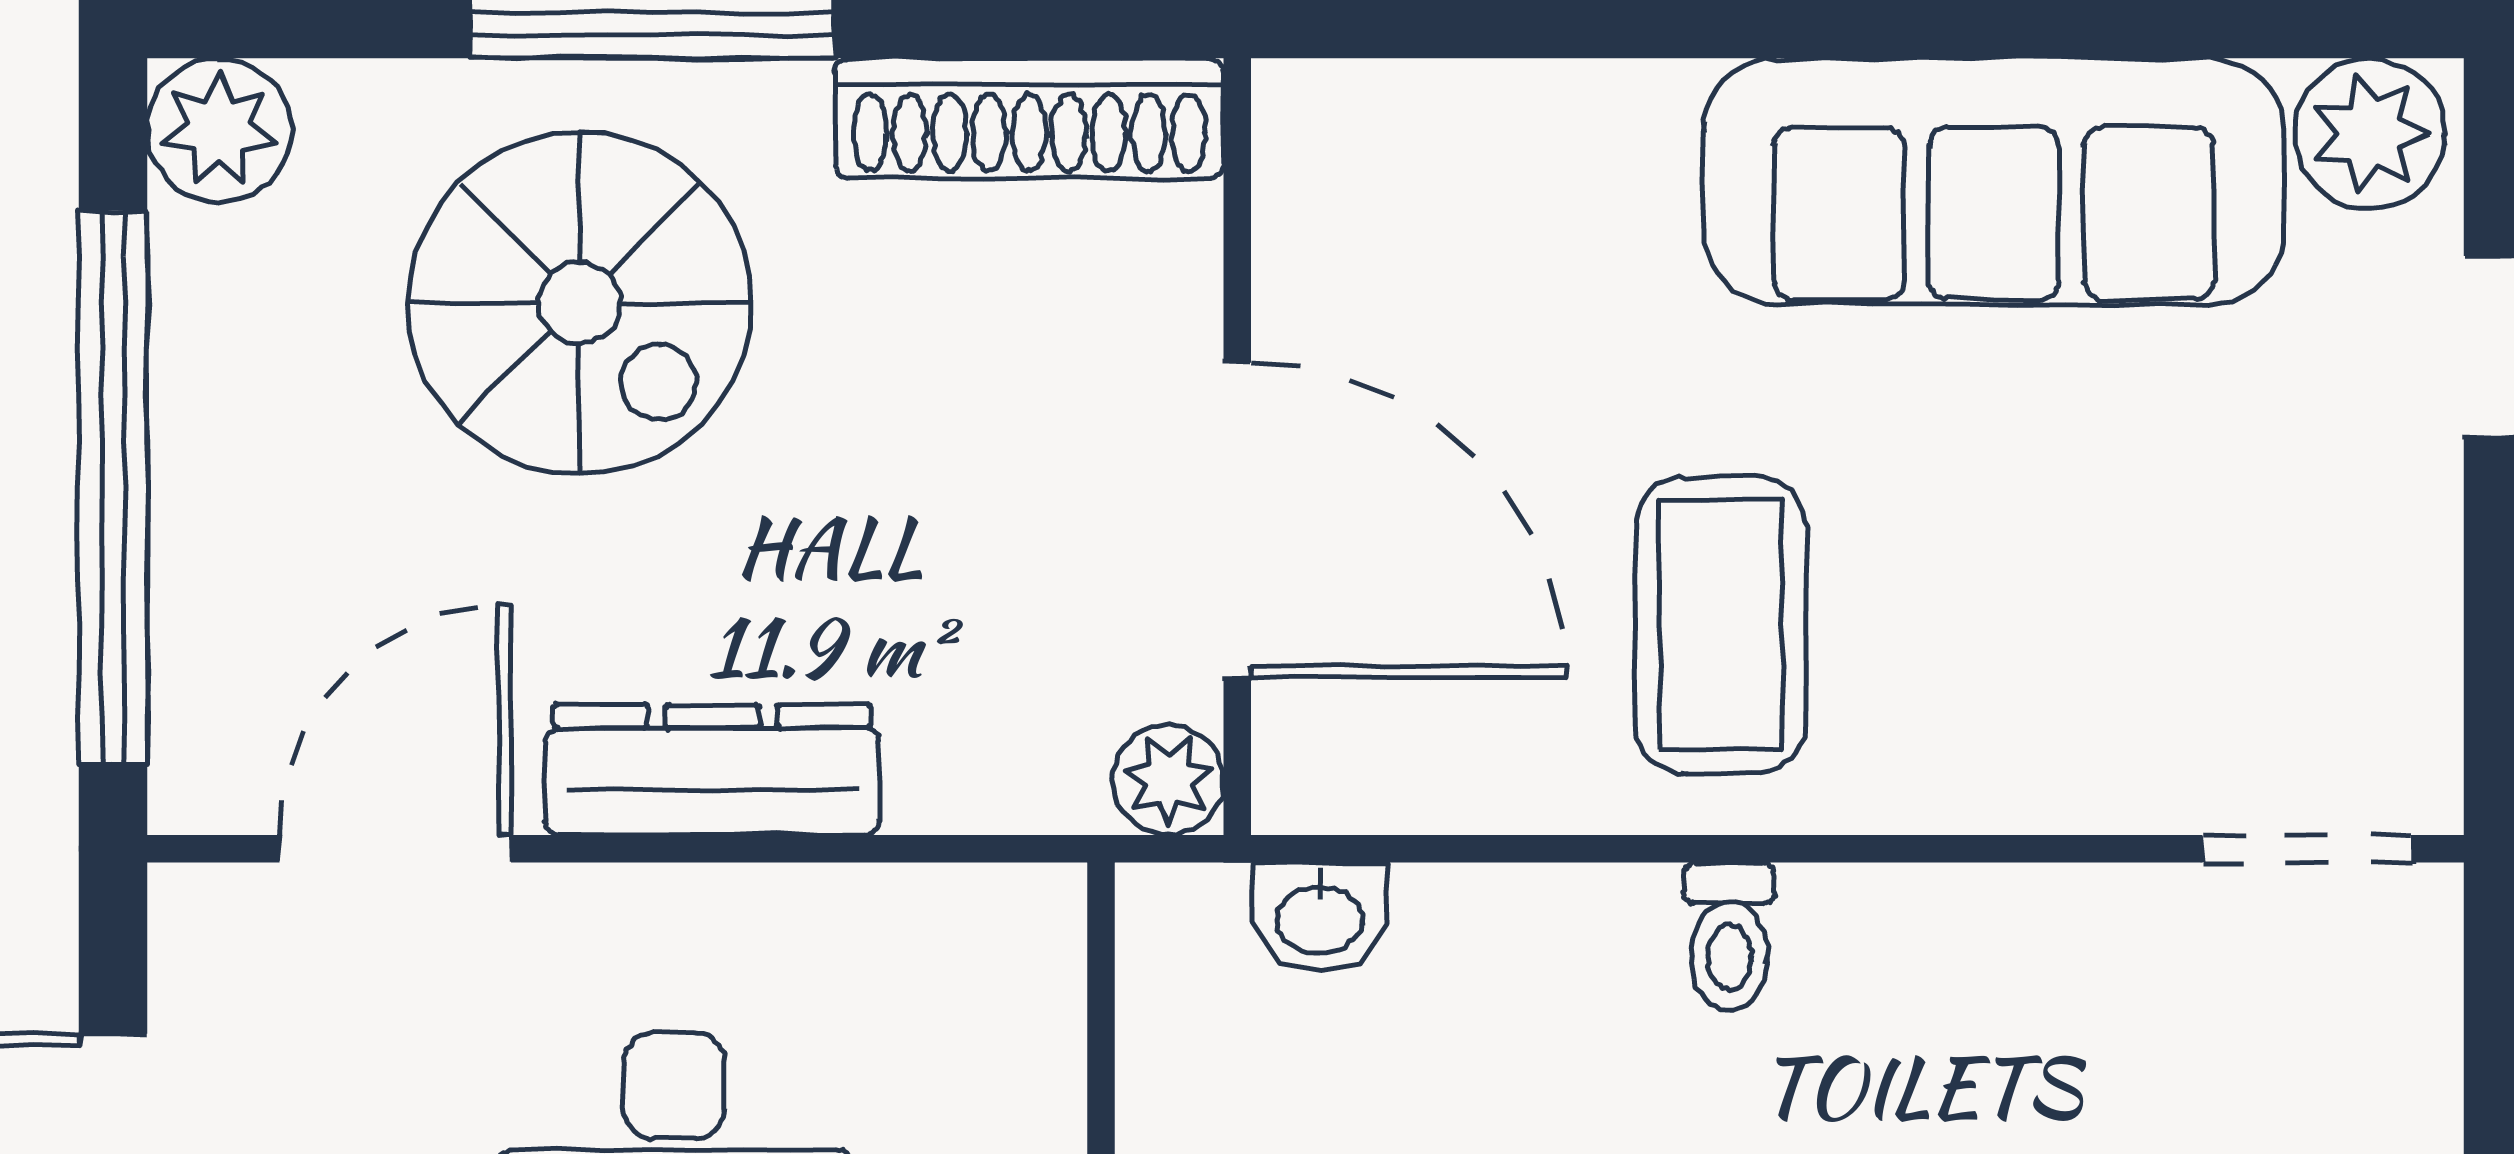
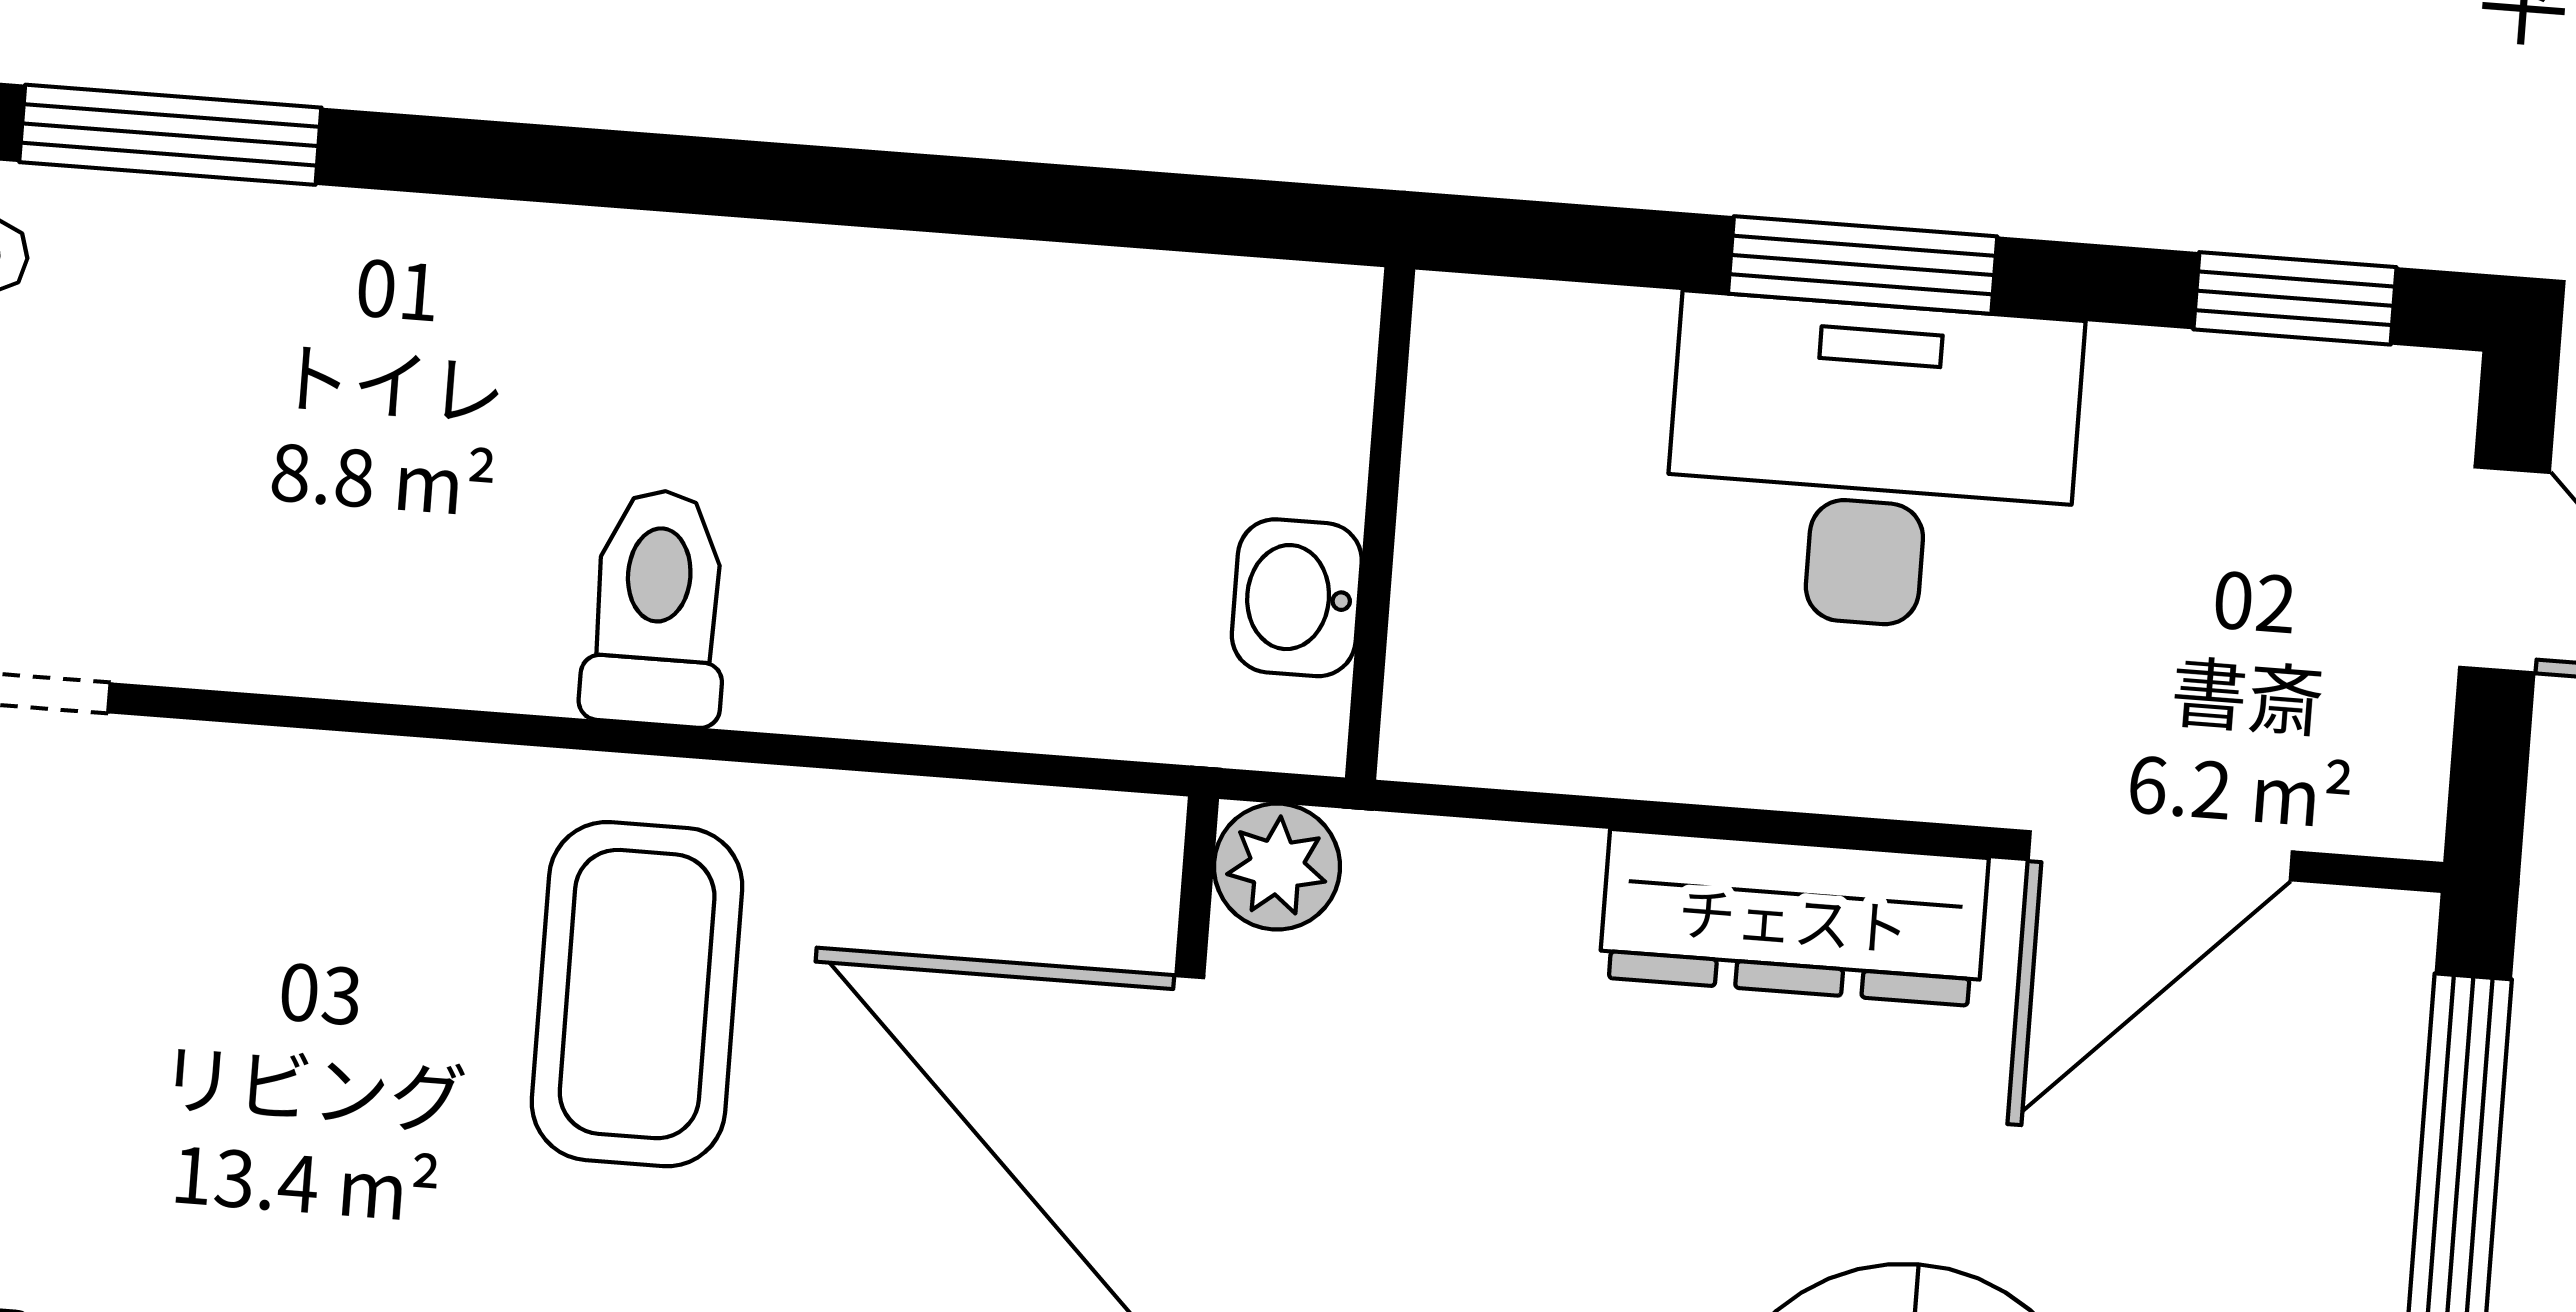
washbasin: (1320, 917) -> (1297, 598), moved, turned -90
toilet: (1729, 936) -> (657, 608), width x1.37, depth x1.39

